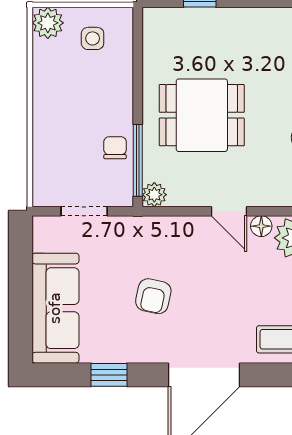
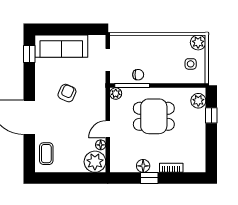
plant: (169, 22) -> (198, 101), added
dining table: (202, 115) -> (154, 116), turned 90
armchair: (153, 296) -> (67, 93), turned 102
window: (109, 375) -> (29, 54), moved

